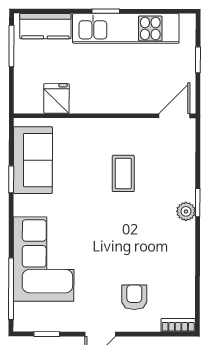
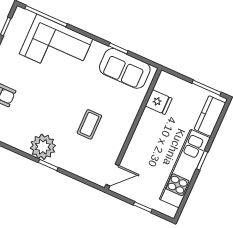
door: (174, 116) -> (113, 175), hinge flipped
coffee table: (123, 173) -> (89, 124), turned 90
plant: (186, 211) -> (43, 147), width x1.87, depth x1.87

